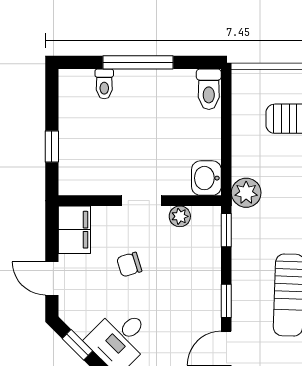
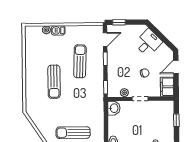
plant: (246, 193) -> (98, 102), removed
door: (52, 279) -> (176, 67), swing flipped
window: (77, 345) -> (165, 40), removed

